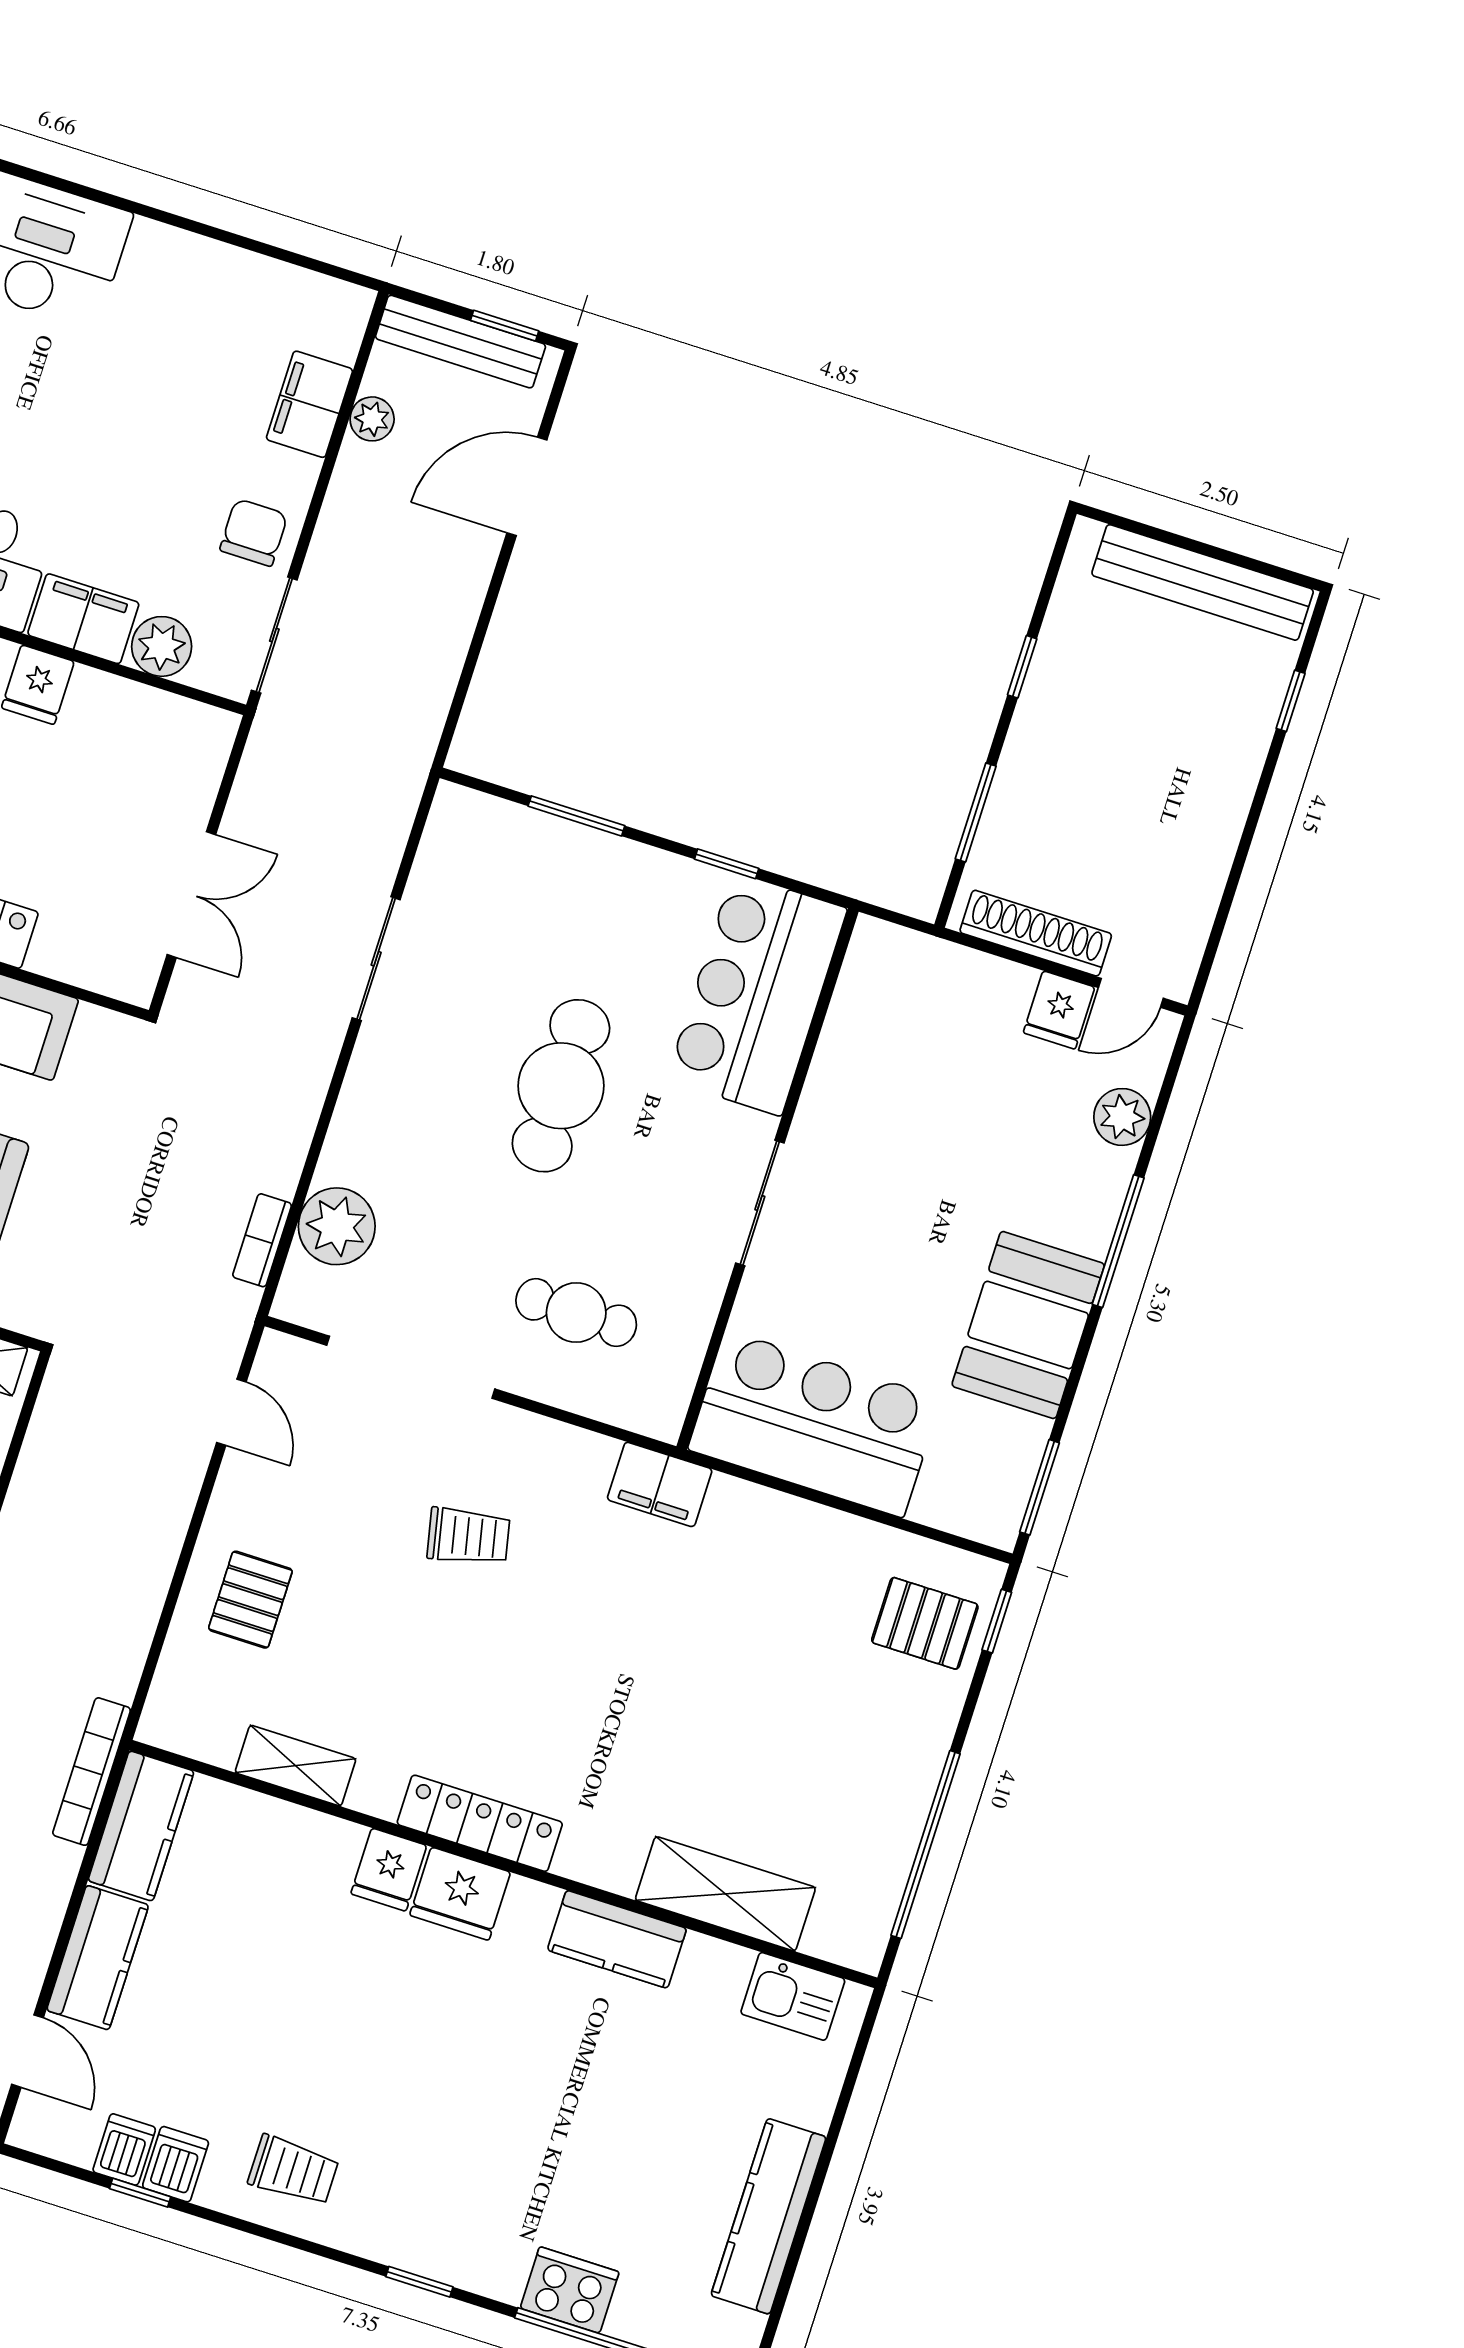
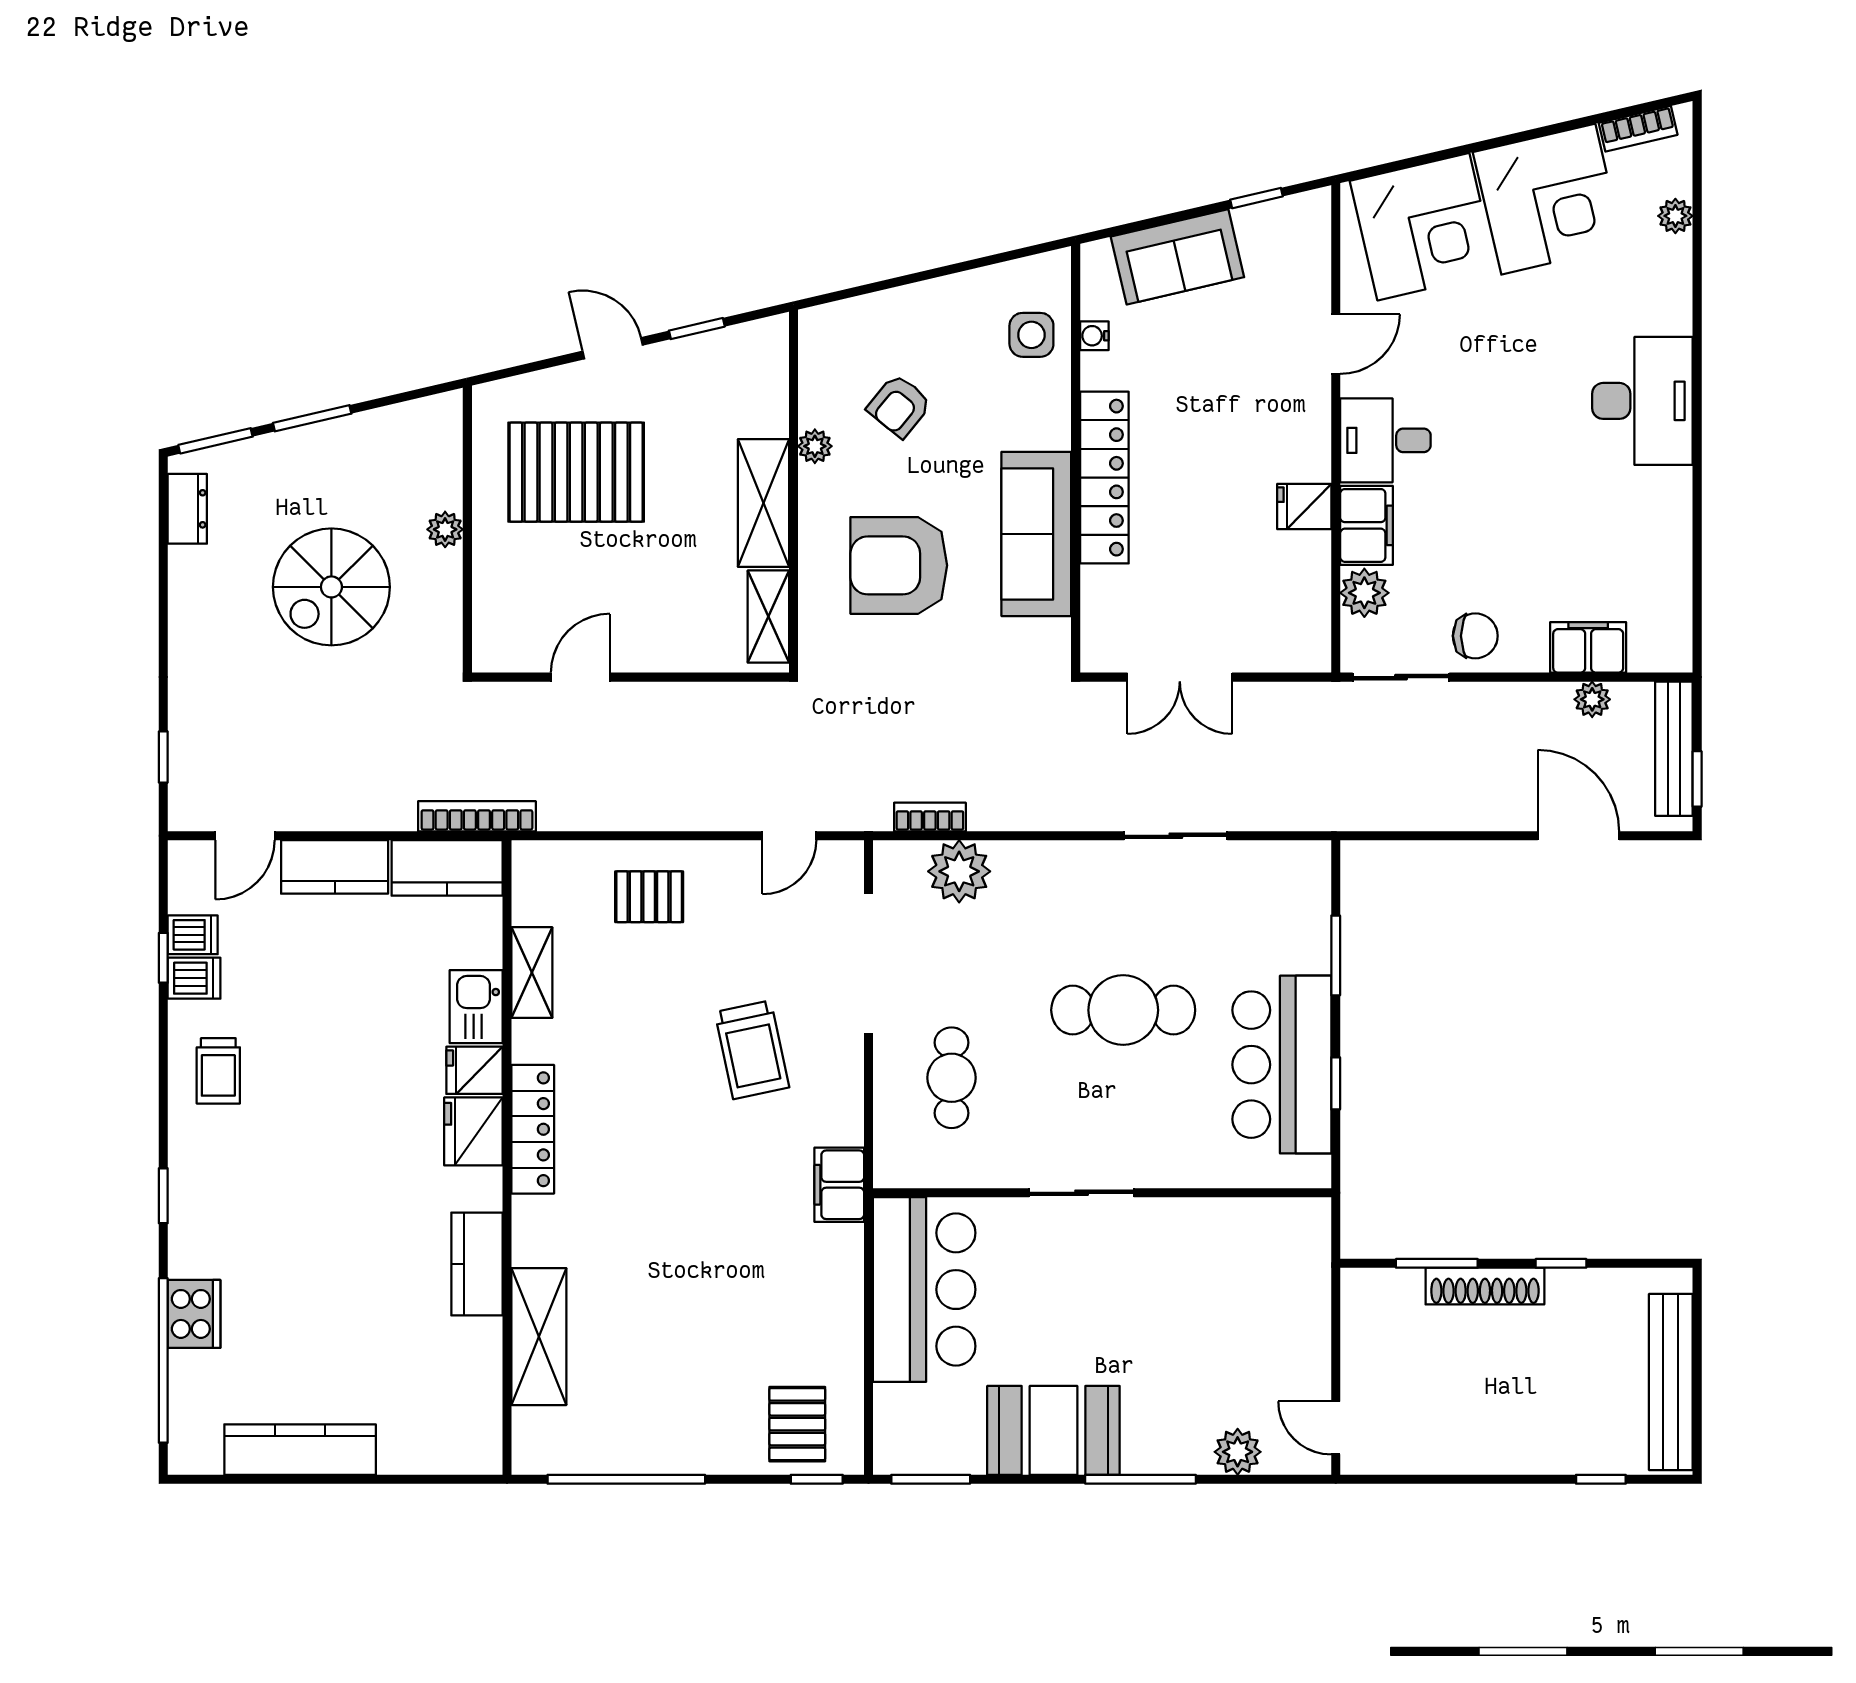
shoe rack: (1036, 933) -> (1485, 1286), moved, turned 90
bar counter: (757, 994) -> (1282, 1065), moved, turned -90
fridge: (1059, 1010) -> (1305, 1377), removed
trolley: (469, 1536) -> (752, 1050), width x1.36, depth x1.39
kitchen sink: (793, 1996) -> (476, 1007), moved

